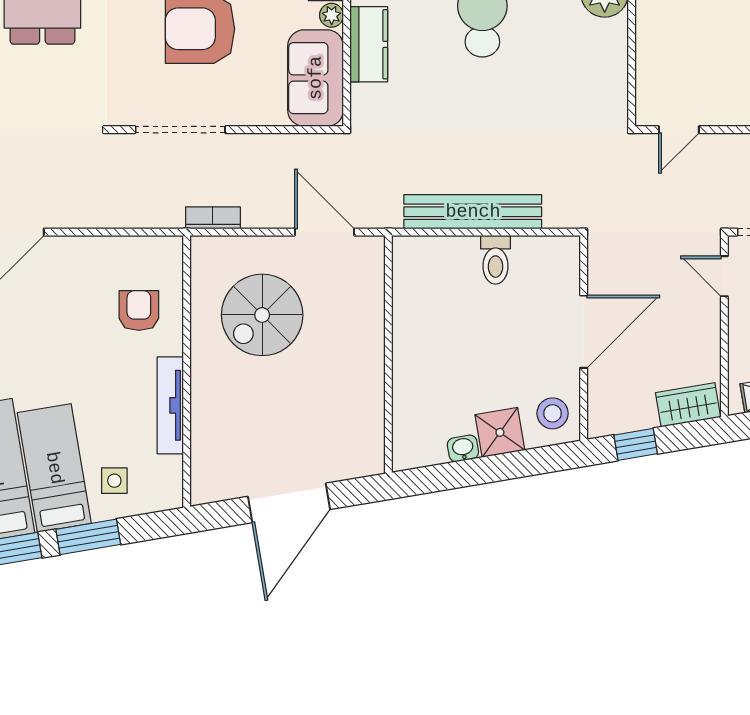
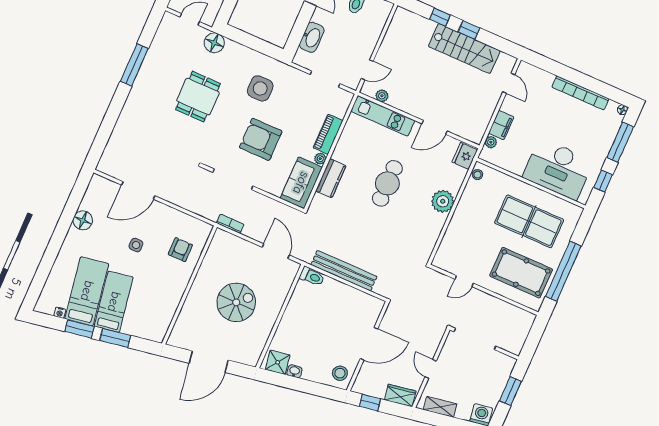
door: (679, 130) -> (464, 281), moved
toilet: (495, 260) -> (312, 276), moved, turned -90
door: (724, 276) -> (431, 369), moved
spiral stairs: (262, 315) -> (236, 302), moved, turned 180
tv unit: (170, 405) -> (176, 297), removed
shower: (500, 432) -> (278, 362), moved
side table: (114, 481) -> (136, 245), moved

